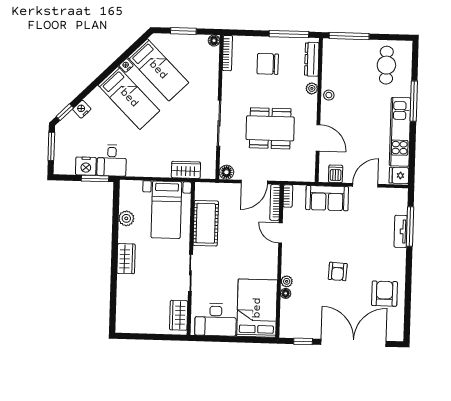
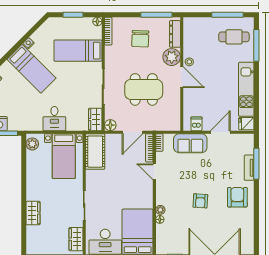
window: (349, 36) -> (228, 15), moved
chair: (268, 64) -> (140, 39), turned -88
cafe table: (386, 65) -> (234, 37), turned 90
bed: (158, 70) -> (78, 51), moved, turned 135
plant: (312, 88) -> (172, 57), width x1.87, depth x1.87
window: (414, 101) -> (256, 45), moved
door: (318, 138) -> (182, 77), moved
desk: (112, 160) -> (54, 119), moved
wardrobe: (186, 170) -> (95, 119), moved, turned -90
plant: (126, 218) -> (32, 144), moved
cot: (206, 223) -> (95, 152), moved
wardrobe: (126, 259) -> (33, 213), moved
armchair: (384, 294) -> (237, 197), moved

